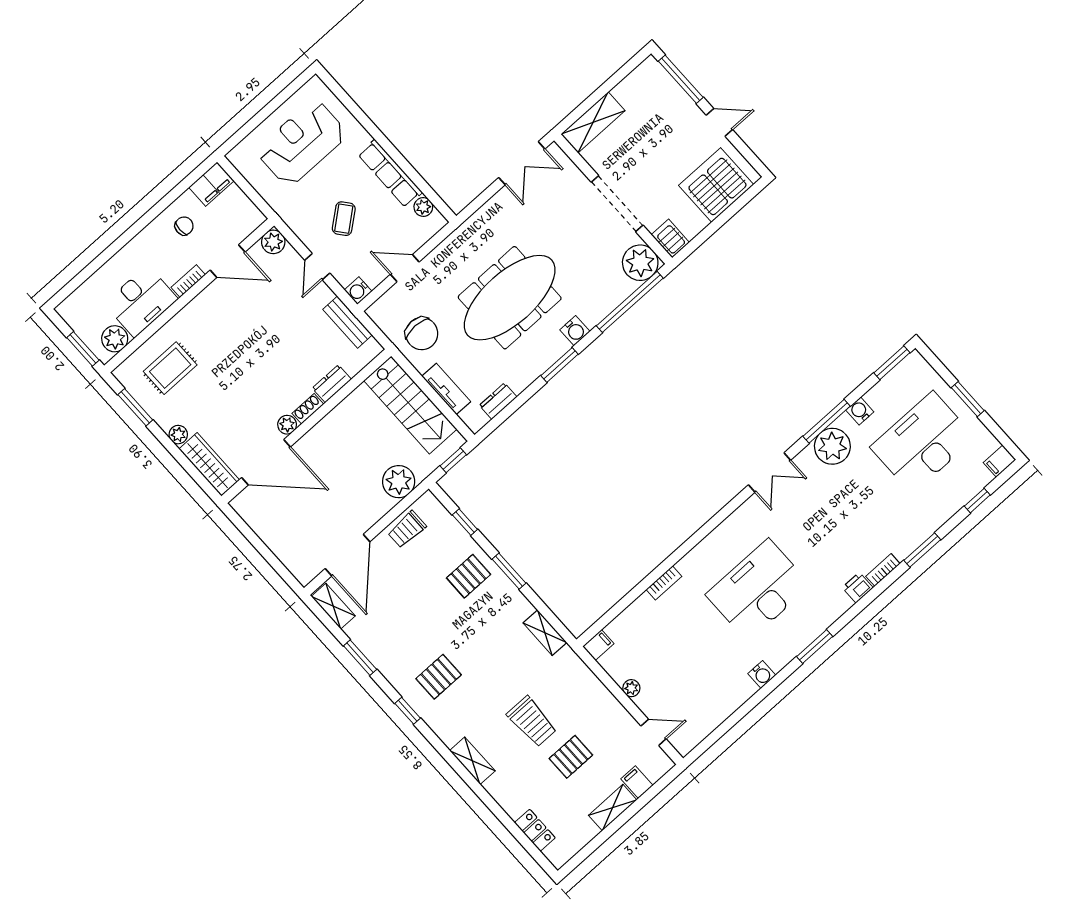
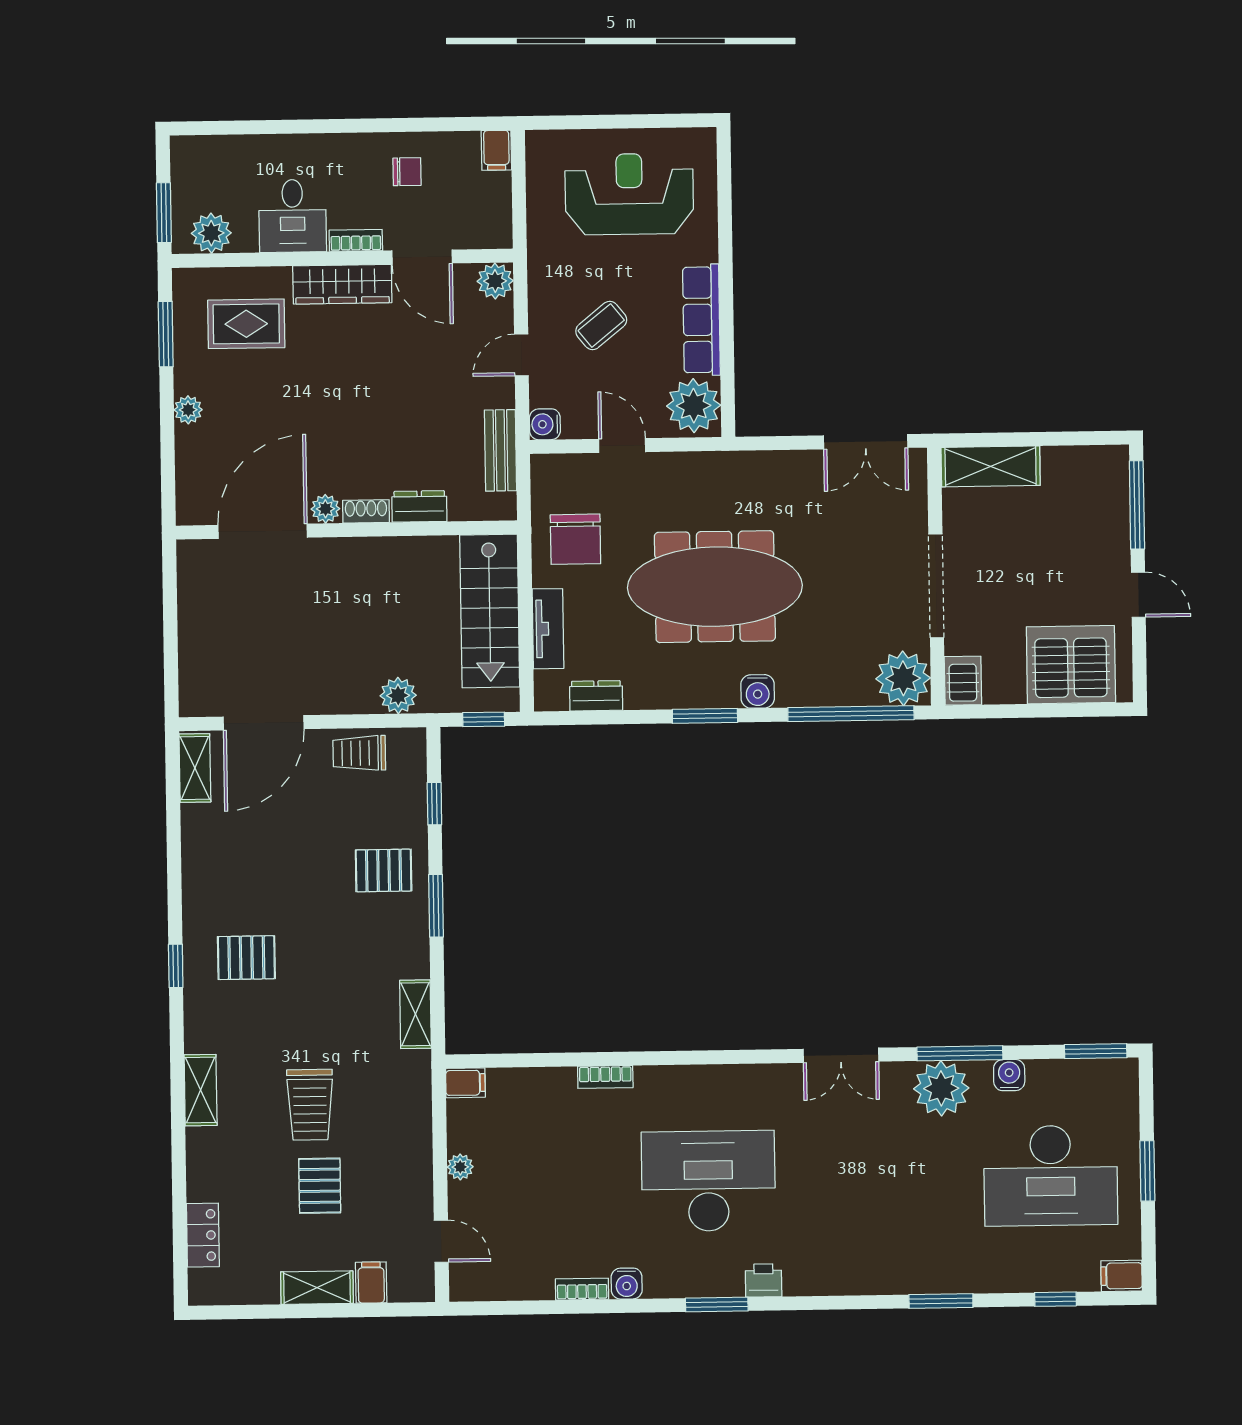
filing cabinet: (211, 184) -> (496, 150), width x0.50
plant: (423, 207) -> (694, 406), width x1.87, depth x1.87
desk: (141, 301) -> (293, 216), width x0.73
desk: (923, 442) -> (1051, 1176), turned 180
door: (266, 462) -> (263, 531), swing flipped
wardrobe: (209, 464) -> (342, 284), moved, turned 90
plant: (399, 482) -> (398, 695), width x0.73, depth x0.73
bookcase: (883, 570) -> (582, 1289), moved
printer: (858, 588) -> (764, 1280), moved
window: (360, 658) -> (174, 855), removed
pallet: (571, 757) -> (320, 1186), turned 90

